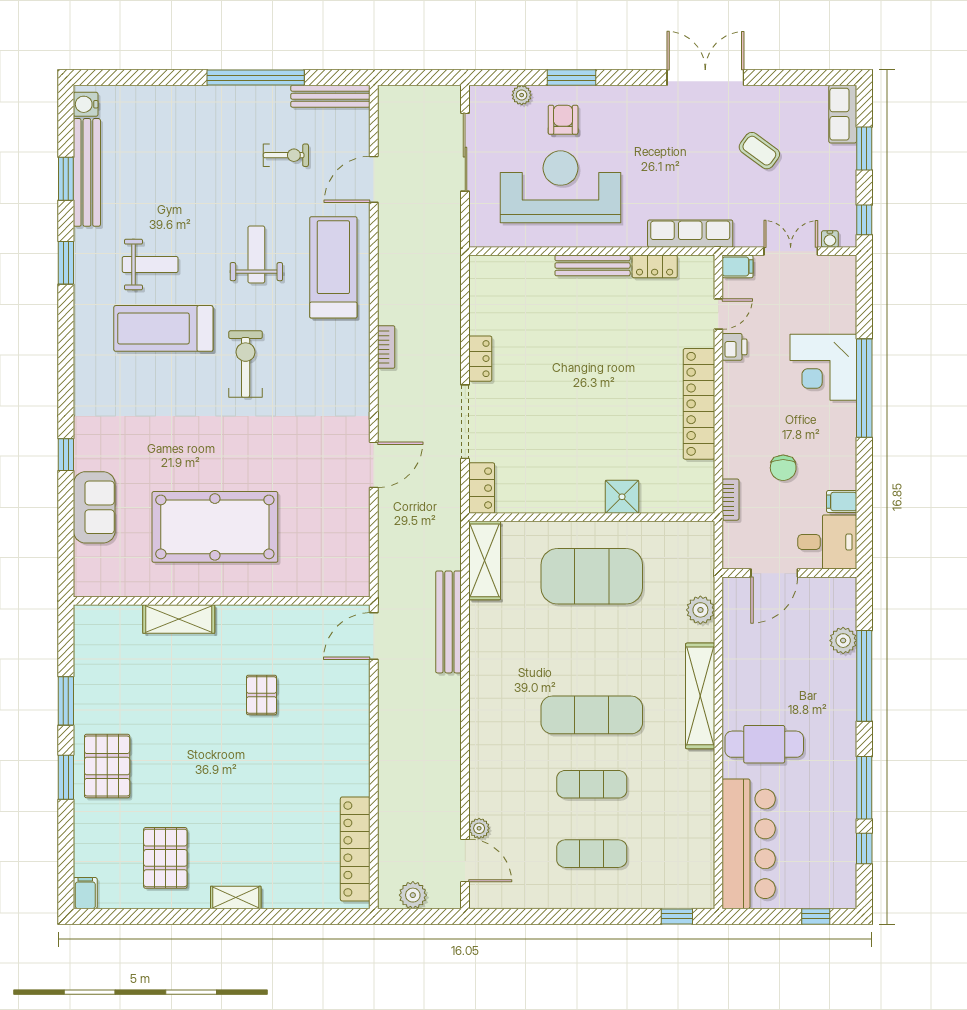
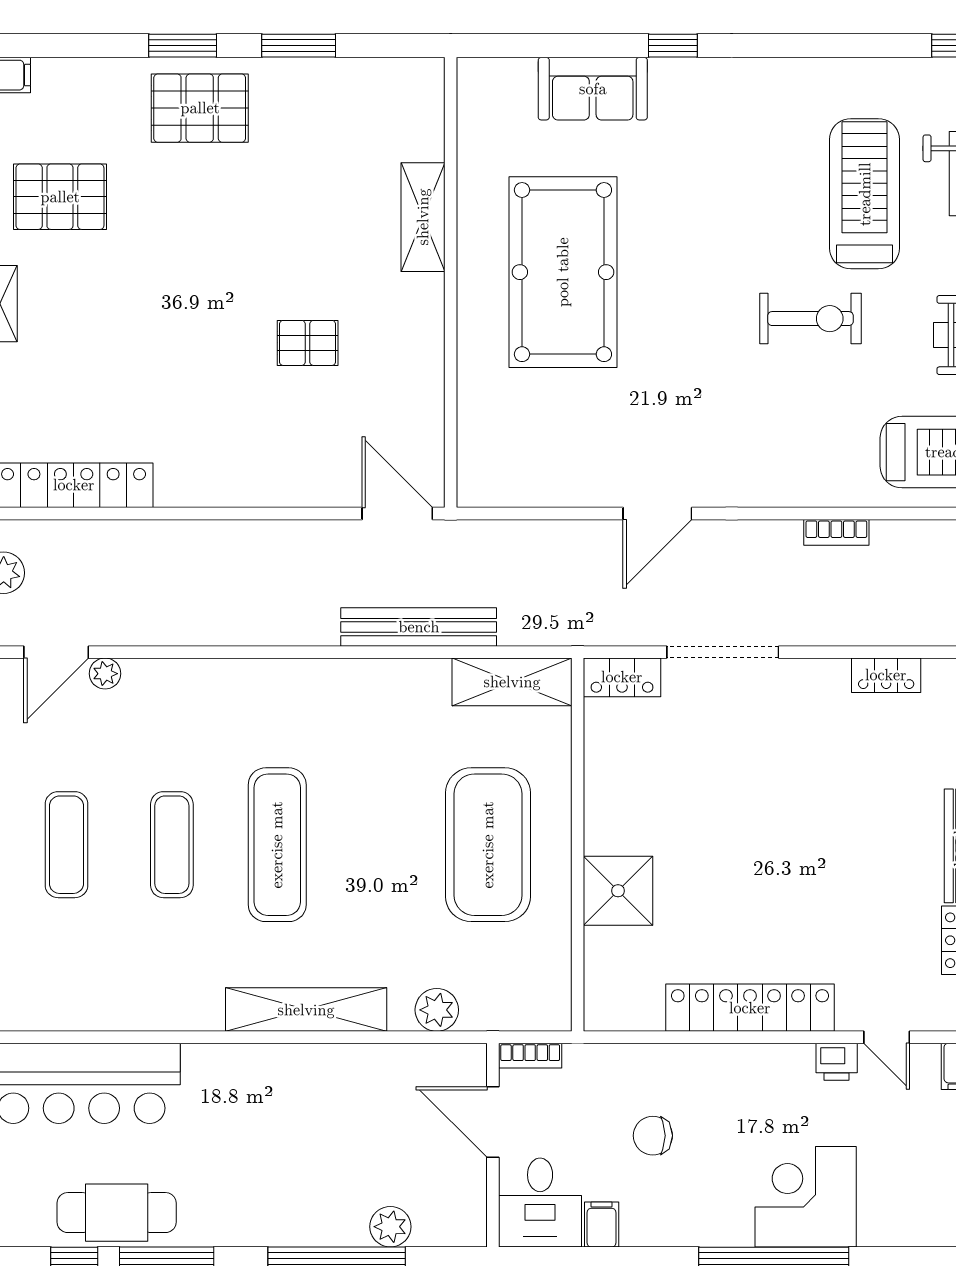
locker: (480, 359) -> (886, 675), moved
door: (374, 465) -> (657, 514), hinge flipped
shower: (622, 497) -> (618, 891), width x1.36, depth x1.36
bookcase: (731, 500) -> (530, 1056), moved
cafe table: (764, 744) -> (117, 1213), moved, turned 90

